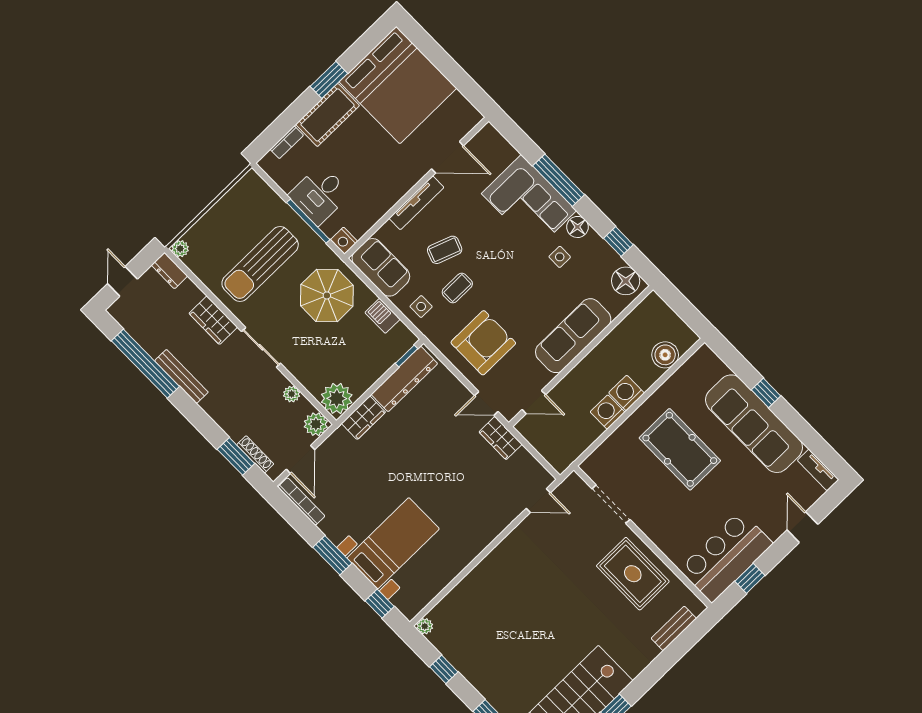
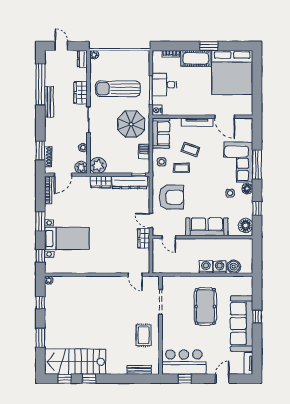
door: (122, 281) -> (61, 46), hinge flipped
washing machine: (608, 412) -> (220, 267), moved
rug: (633, 574) -> (144, 335), width x0.73, depth x0.70

